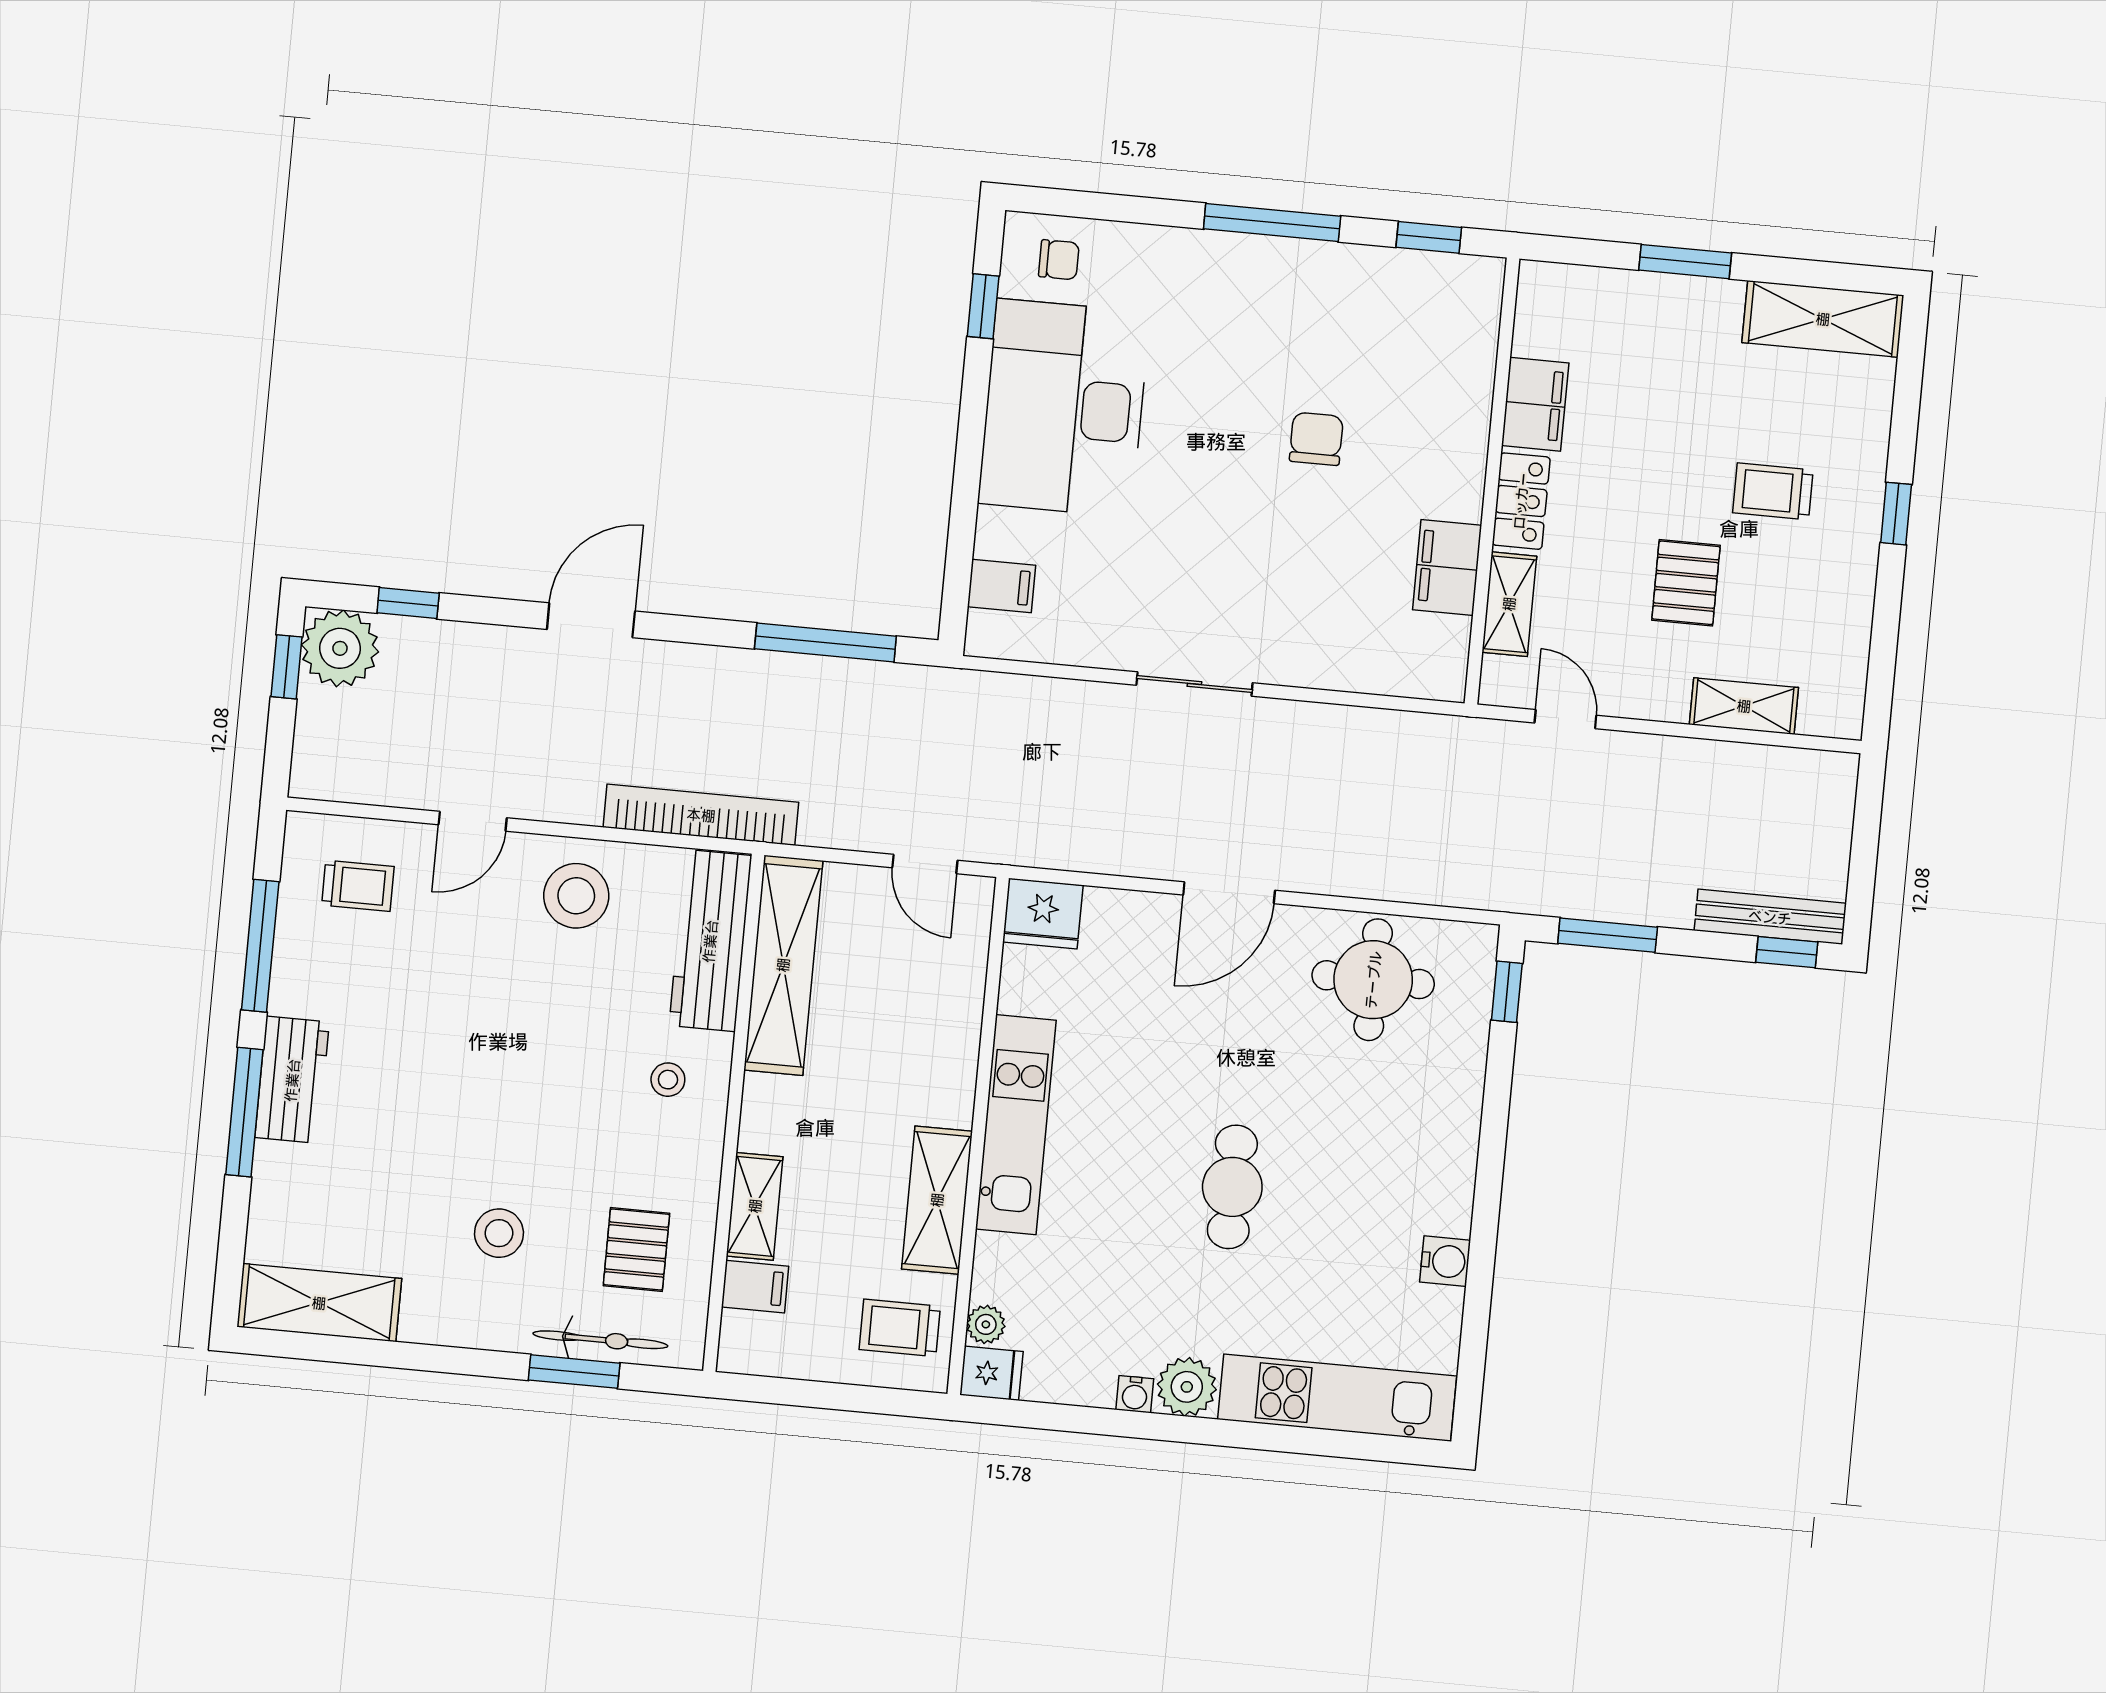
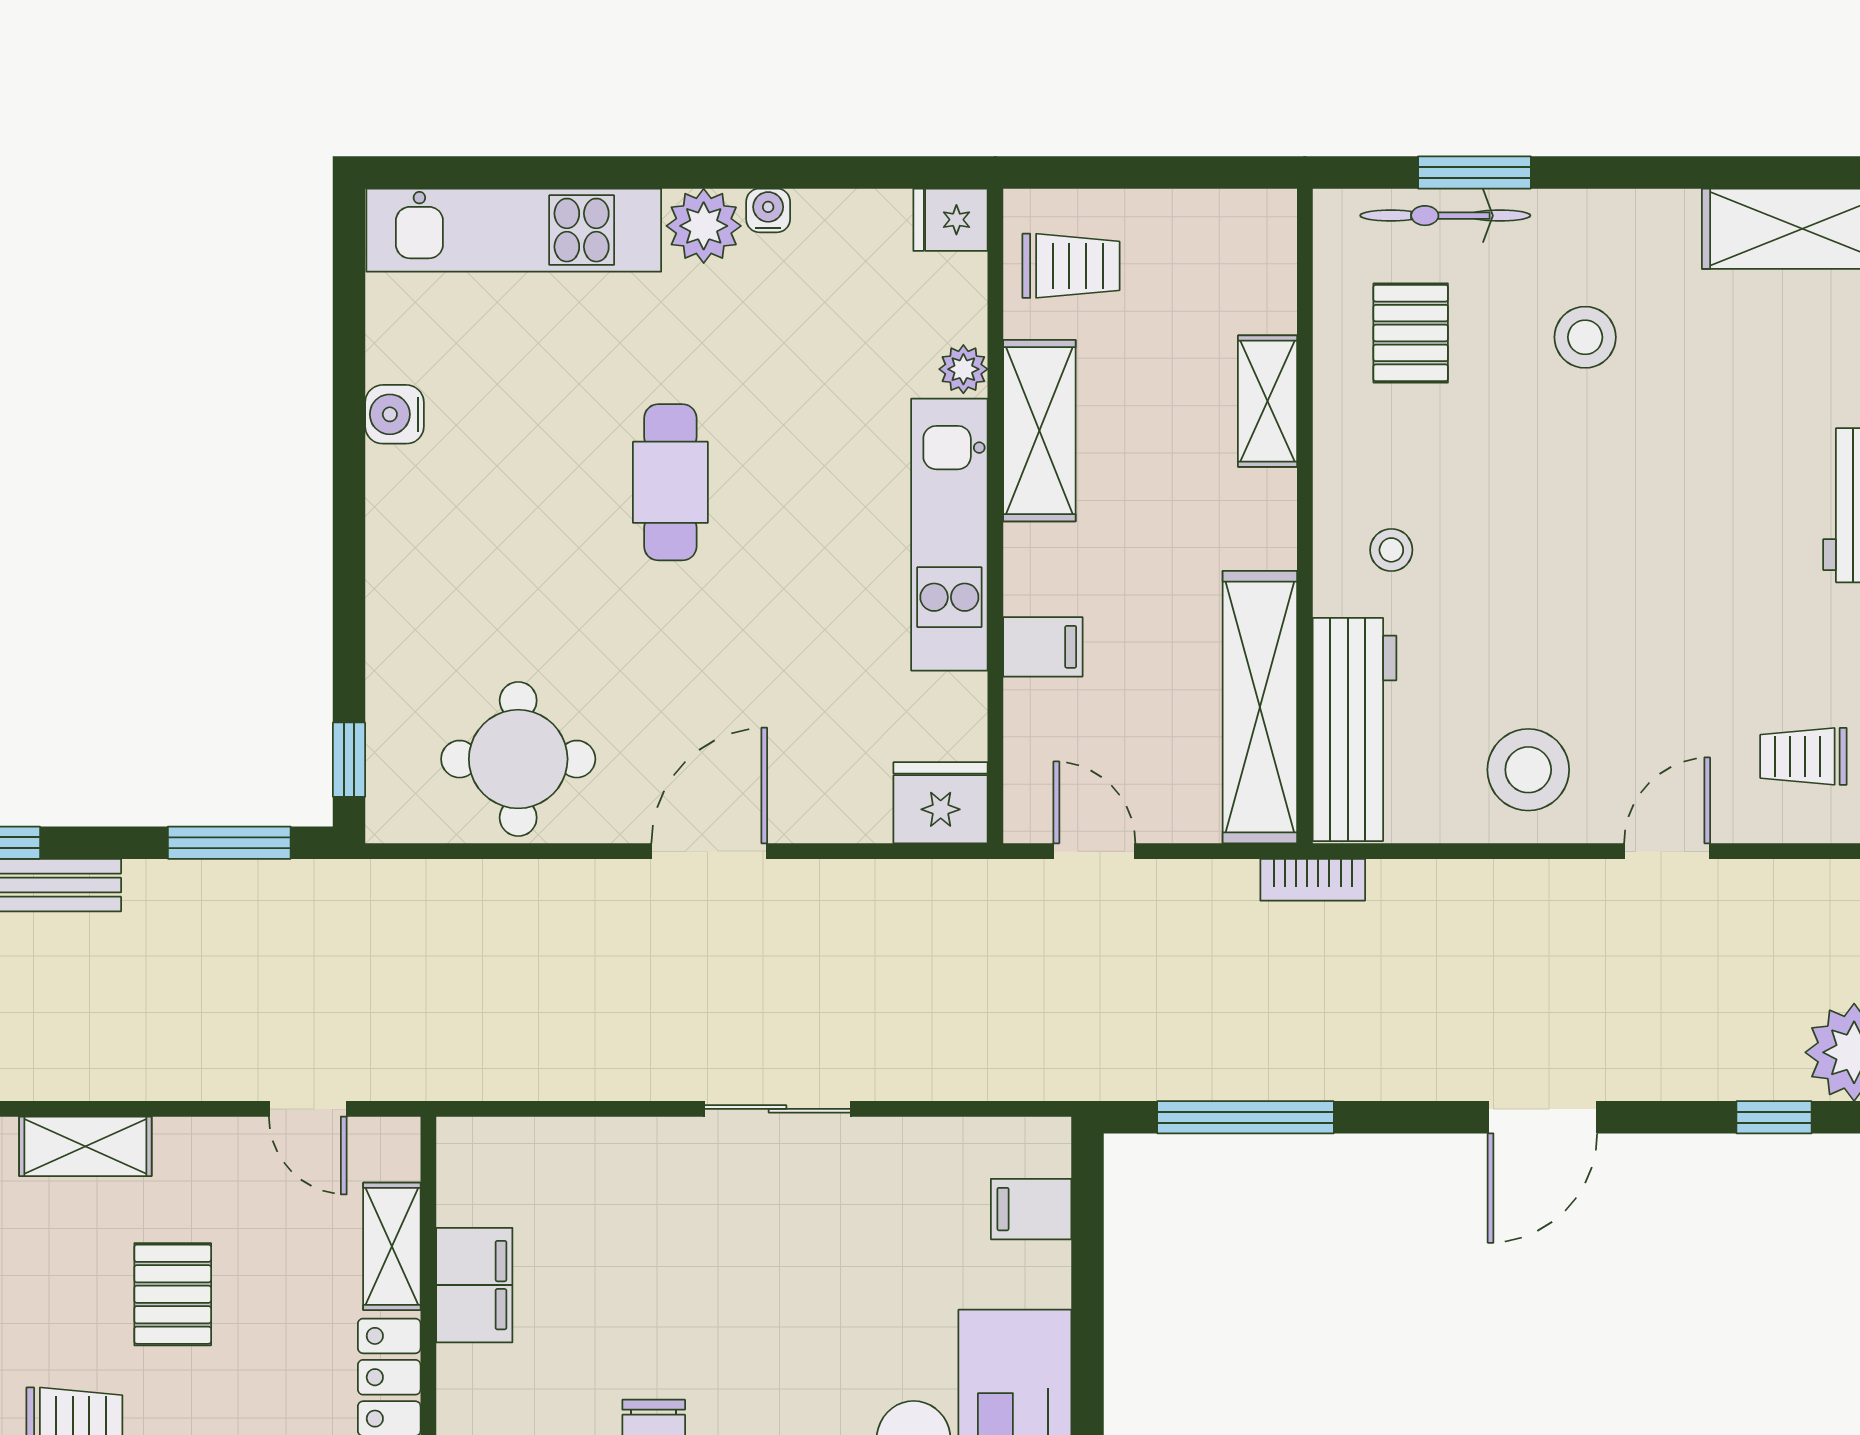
bookcase: (701, 815) -> (1313, 880), width x0.43, depth x0.76
filing cabinet: (755, 1287) -> (1043, 647), moved, turned 180
plant: (986, 1324) -> (963, 369), moved

